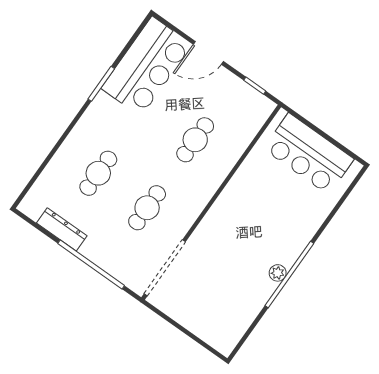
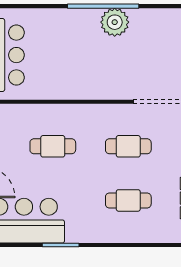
plant: (278, 273) -> (115, 22), width x1.88, depth x1.88

